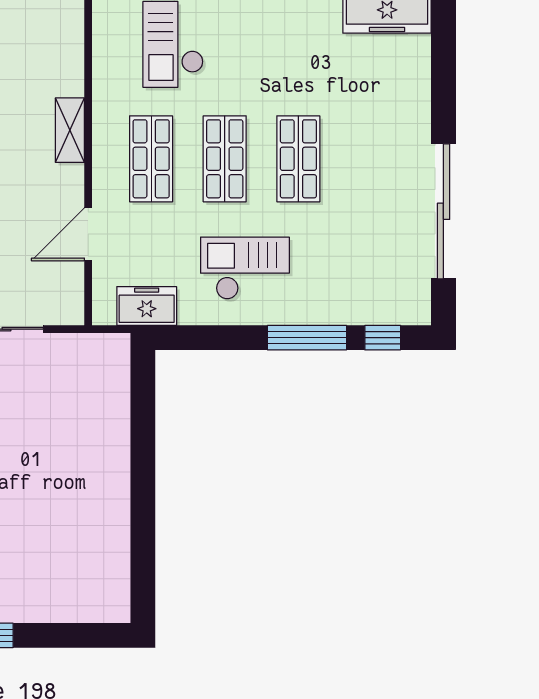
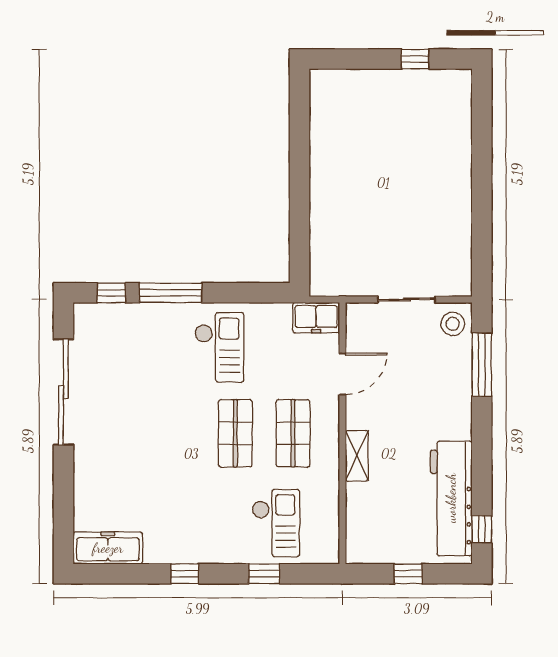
shop shelf: (298, 159) -> (177, 433), removed
checkout: (245, 268) -> (219, 347), turned -90
freezer: (147, 306) -> (316, 318), moved

